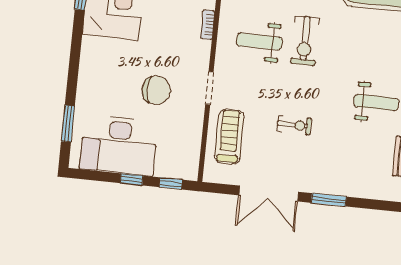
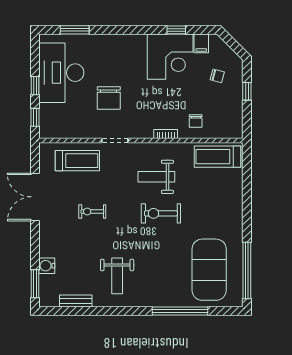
weight bench: (259, 42) -> (156, 177), turned -90
exercise bike: (294, 125) -> (92, 212), turned 90
water cooler: (355, 188) -> (47, 266), added
window: (329, 200) -> (35, 284), moved

